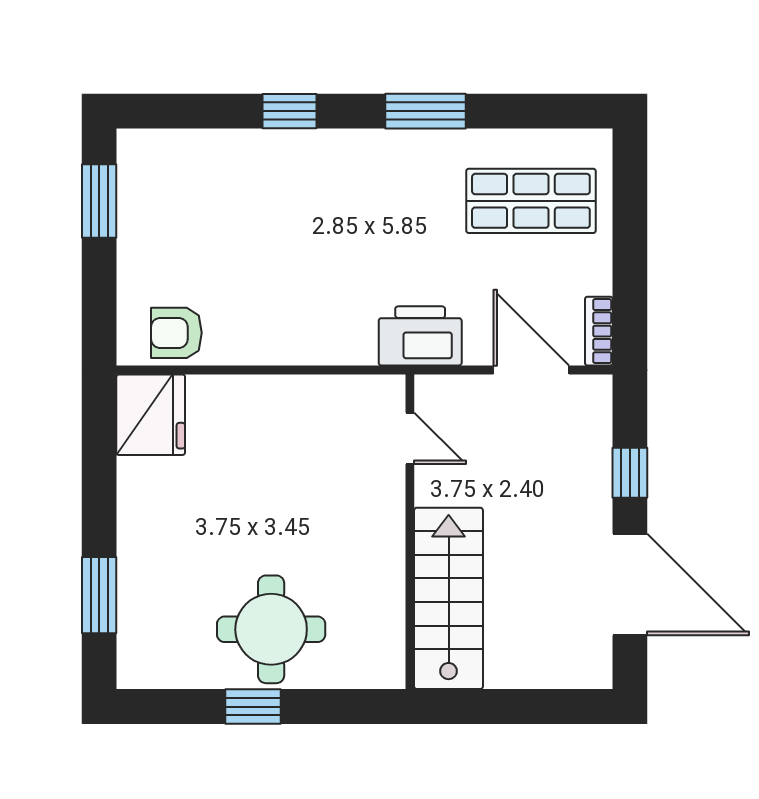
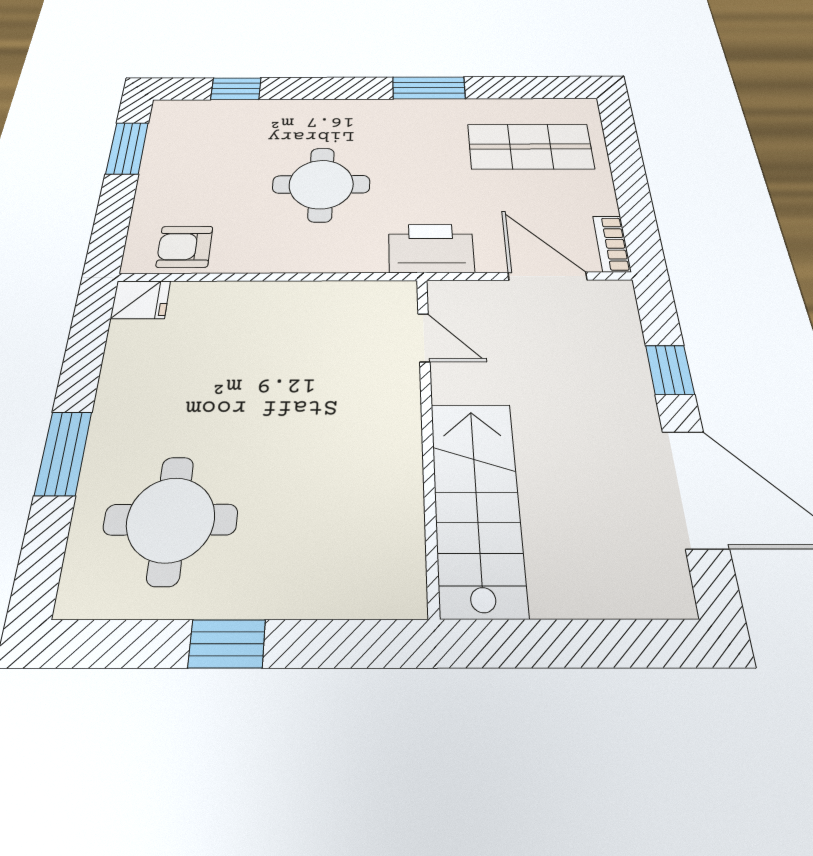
window: (290, 111) -> (236, 89), moved
round table: (309, 253) -> (321, 184), added
fridge: (151, 415) -> (141, 300), width x0.53, depth x0.75
window: (99, 595) -> (64, 453), moved
round table: (271, 629) -> (171, 520), moved

